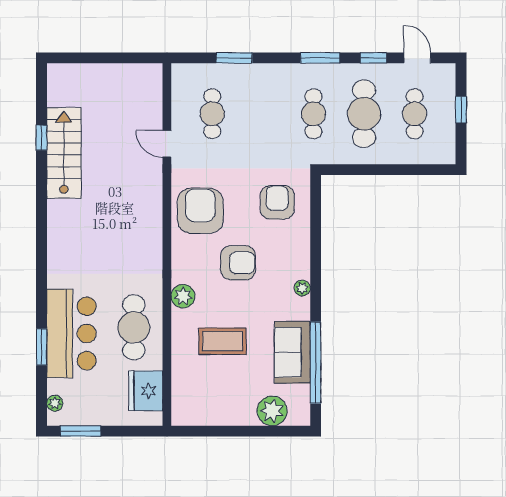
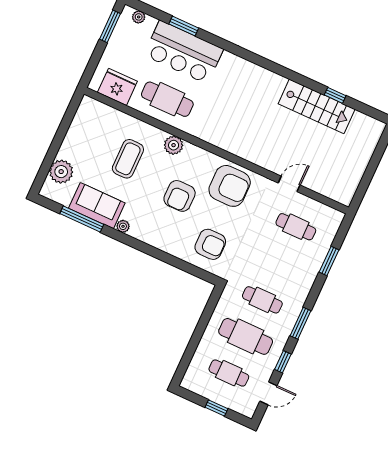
plant: (302, 288) -> (123, 226), moved
window: (316, 363) -> (82, 219), width x0.68

